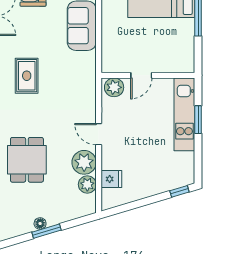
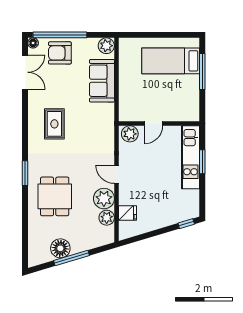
floor lamp: (40, 224) -> (60, 248), width x1.89, depth x1.89
window: (46, 231) -> (72, 258), width x1.44

